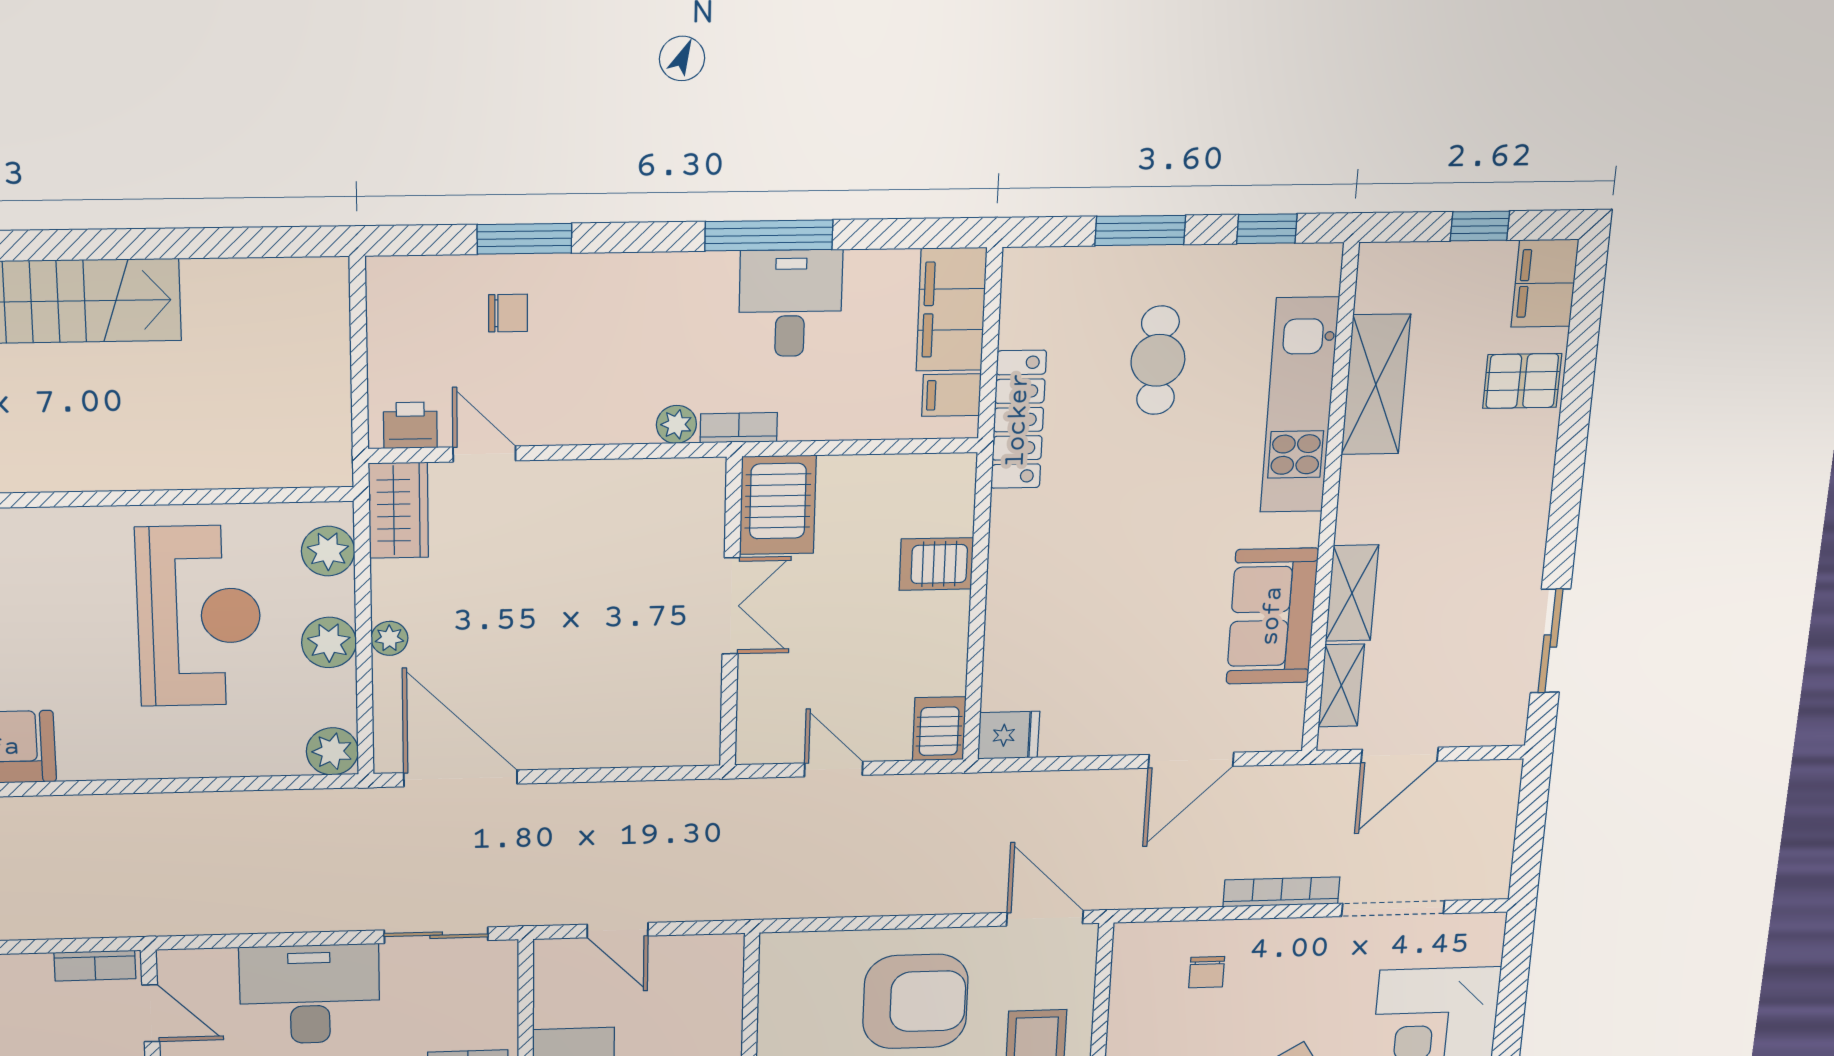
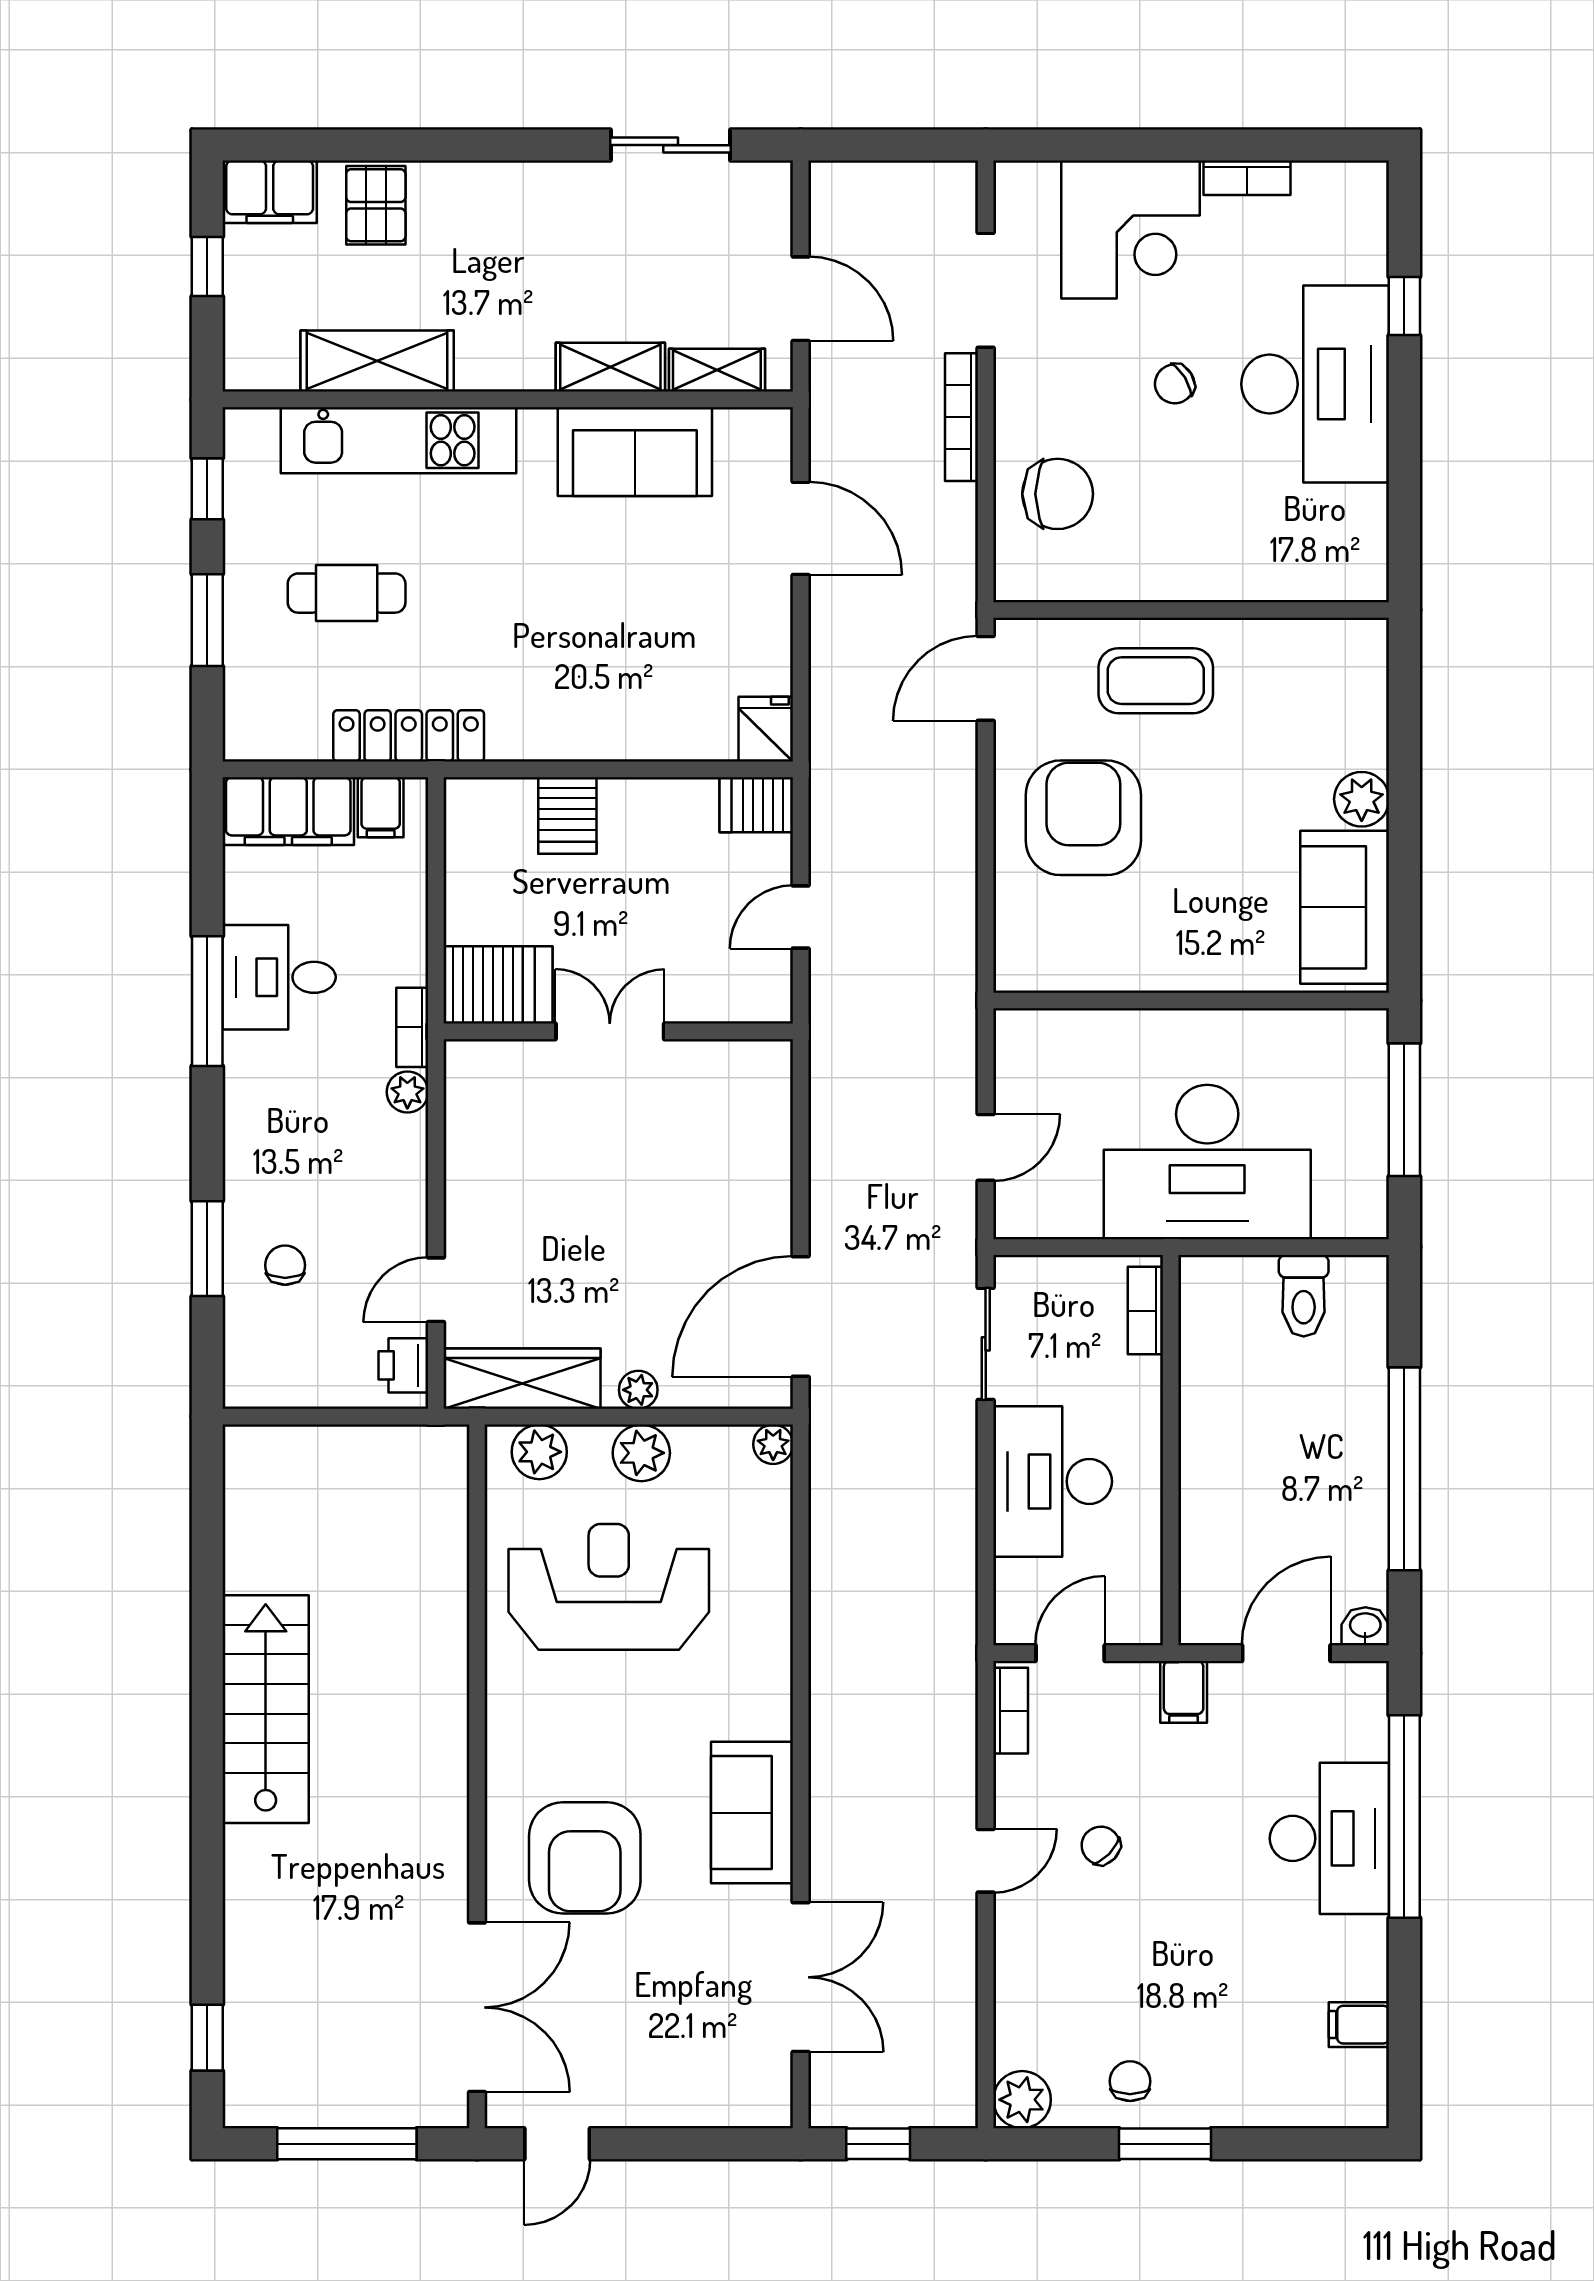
wardrobe: (398, 510) -> (522, 1379), width x1.50
plant: (332, 751) -> (773, 1444), width x0.73, depth x0.73
chair: (1207, 972) -> (1058, 494), width x1.87, depth x1.87

